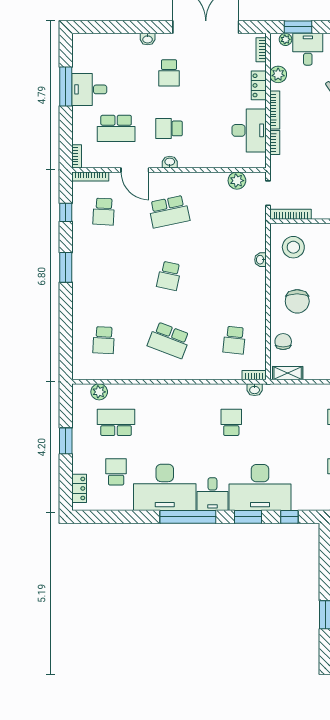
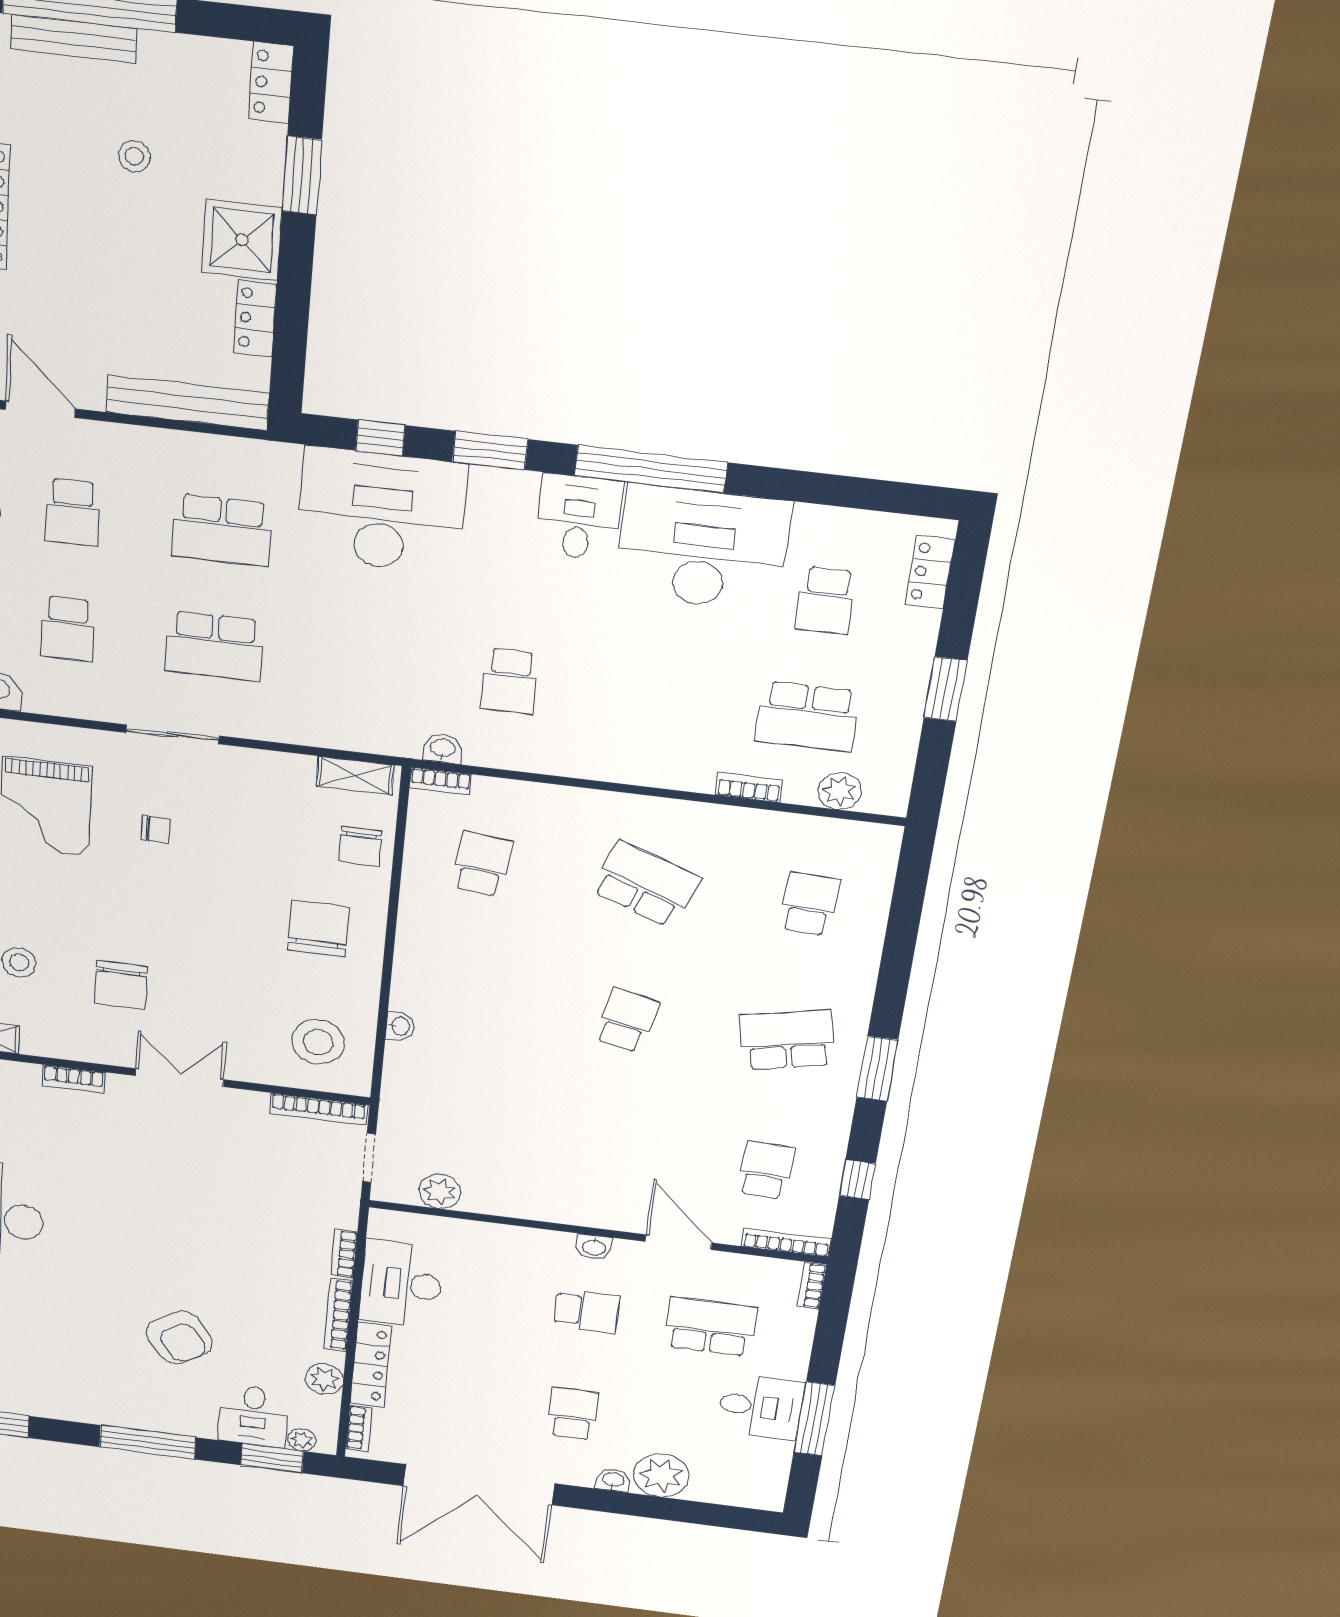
plant: (127, 45) -> (661, 1475), added
locker: (259, 85) -> (371, 1365), width x1.53
school desk: (169, 212) -> (787, 1040), moved
bookcase: (134, 389) -> (749, 788), added
desk: (260, 487) -> (382, 511), moved

